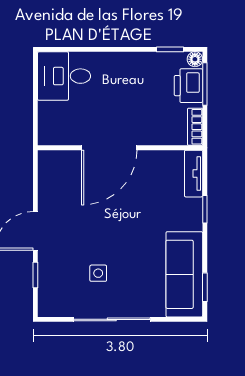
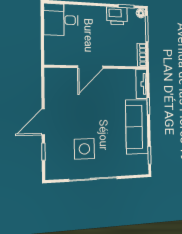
printer: (188, 86) -> (117, 16), moved, turned -90
door: (109, 148) -> (90, 67), width x0.73
side table: (98, 273) -> (84, 149), width x1.87, depth x1.87
sofa: (184, 274) -> (137, 127), moved

